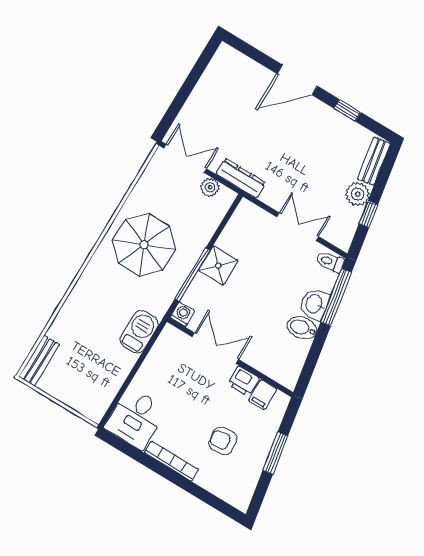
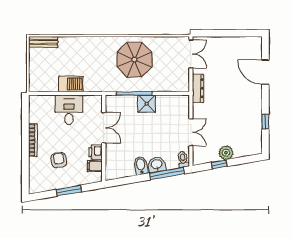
door: (297, 80) -> (265, 72), moved
bench: (374, 161) -> (248, 151), removed
plant: (210, 187) -> (184, 76), removed
washing machine: (182, 314) -> (111, 101), removed
barbecue: (139, 332) -> (71, 84), moved
desk: (136, 418) -> (69, 110), moved, turned 90

